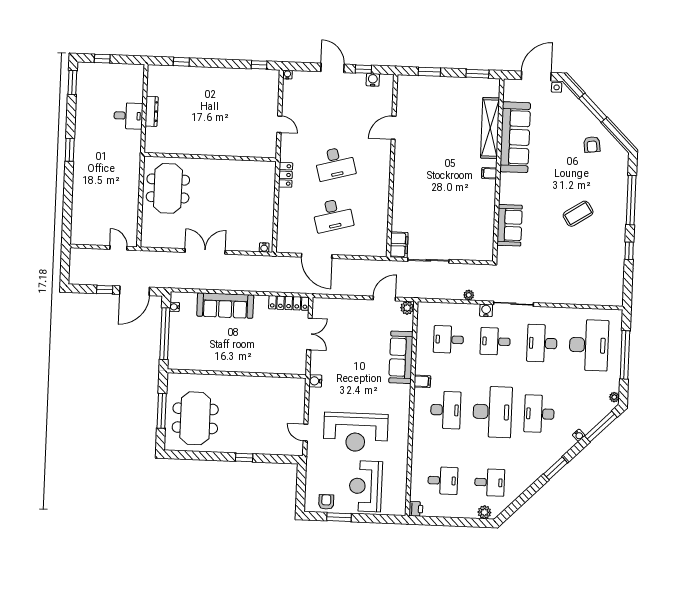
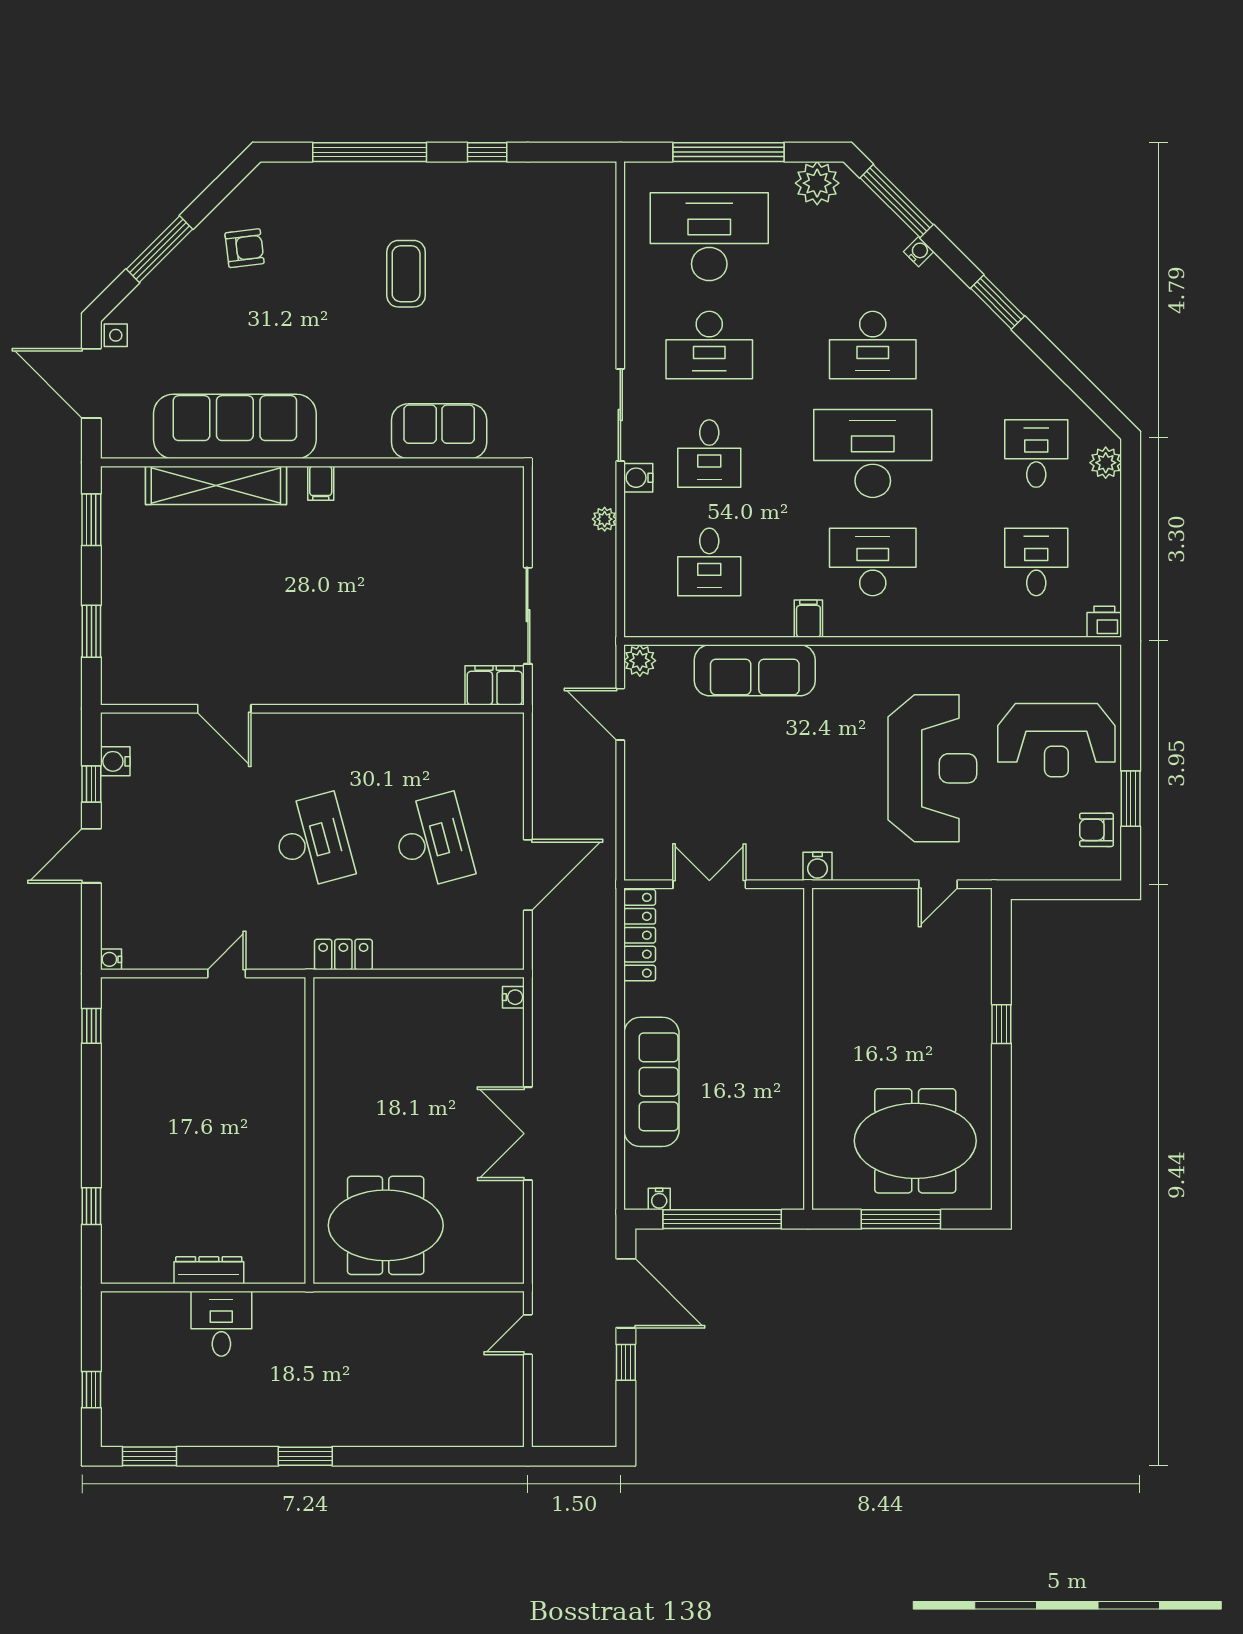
coffee table: (578, 214) -> (406, 274), turned 33
plant: (614, 397) -> (817, 183), width x1.88, depth x1.88

